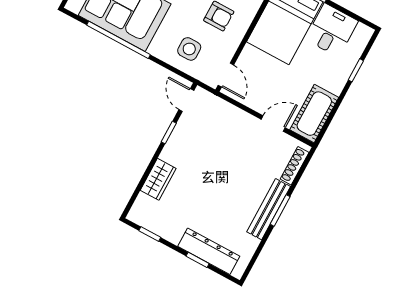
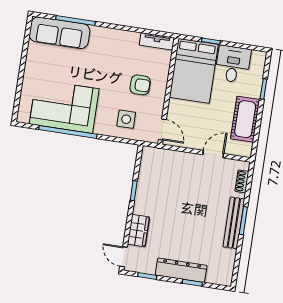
door: (186, 100) -> (124, 257), moved
cot: (314, 114) -> (245, 119), moved
shoe rack: (295, 166) -> (242, 181), width x0.70
dresser: (209, 251) -> (181, 270), moved

